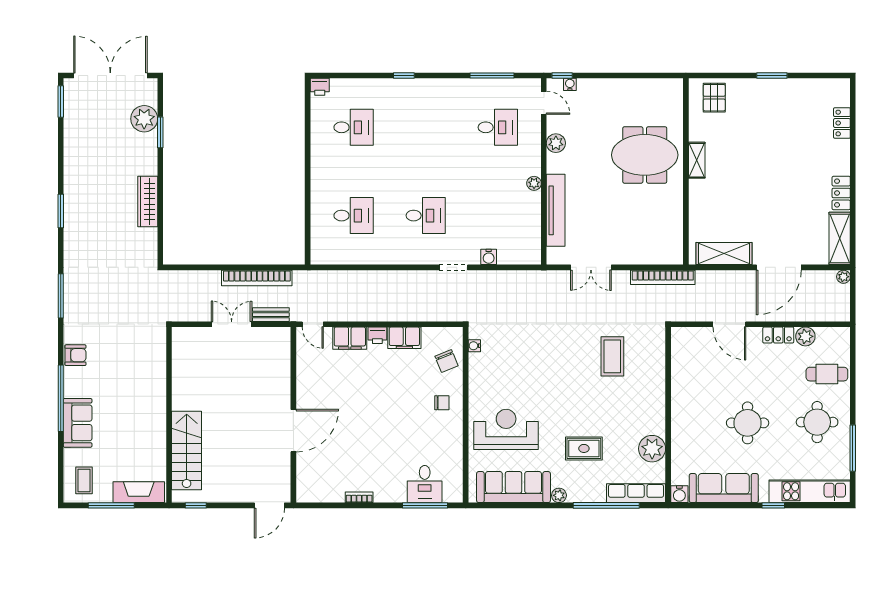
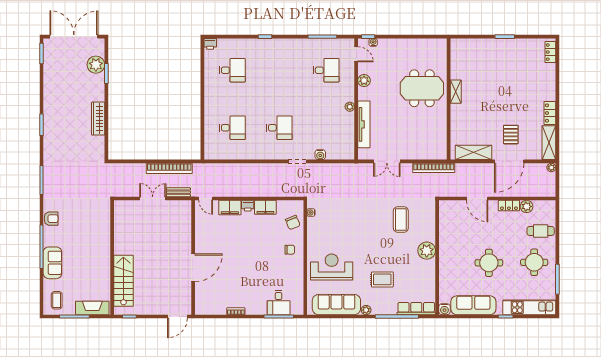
pallet: (714, 98) -> (511, 135), moved
locker: (842, 123) -> (550, 52), moved
plant: (652, 449) -> (427, 251), moved

